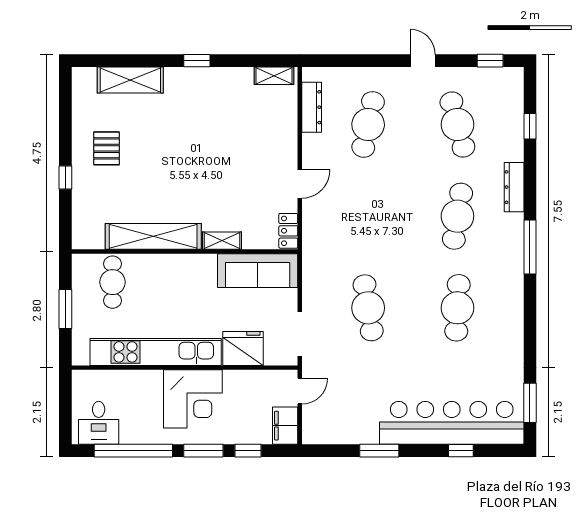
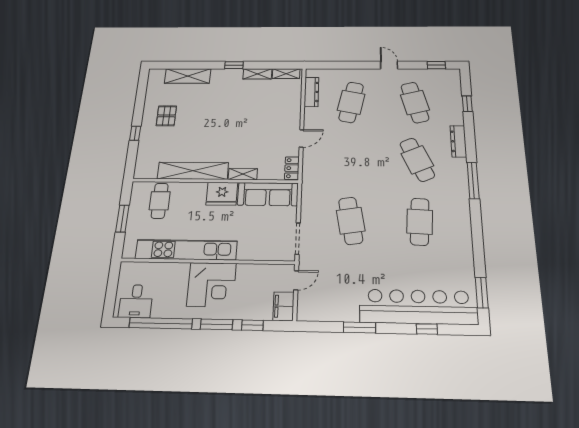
shelving: (232, 76) -> (257, 74), added
cafe table: (457, 216) -> (417, 160), turned -33
fridge: (243, 348) -> (222, 194), moved, turned 180

